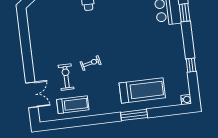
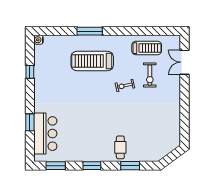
treadmill: (142, 90) -> (92, 61), moved
treadmill: (73, 105) -> (147, 48), turned 180

